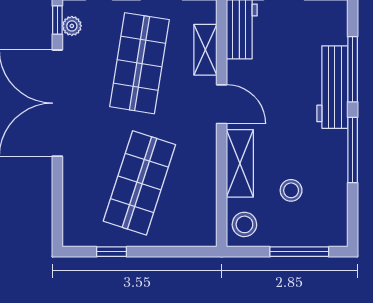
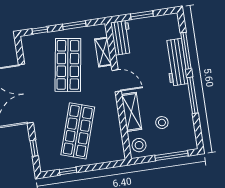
window: (57, 20) -> (34, 148), moved
plant: (72, 26) -> (28, 50), removed

